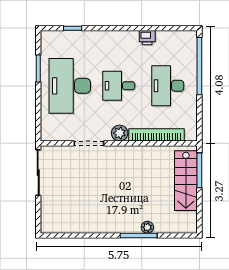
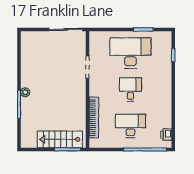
printer: (147, 38) -> (166, 135), moved
plant: (120, 133) -> (95, 90), removed
plant: (147, 227) -> (25, 92), moved

